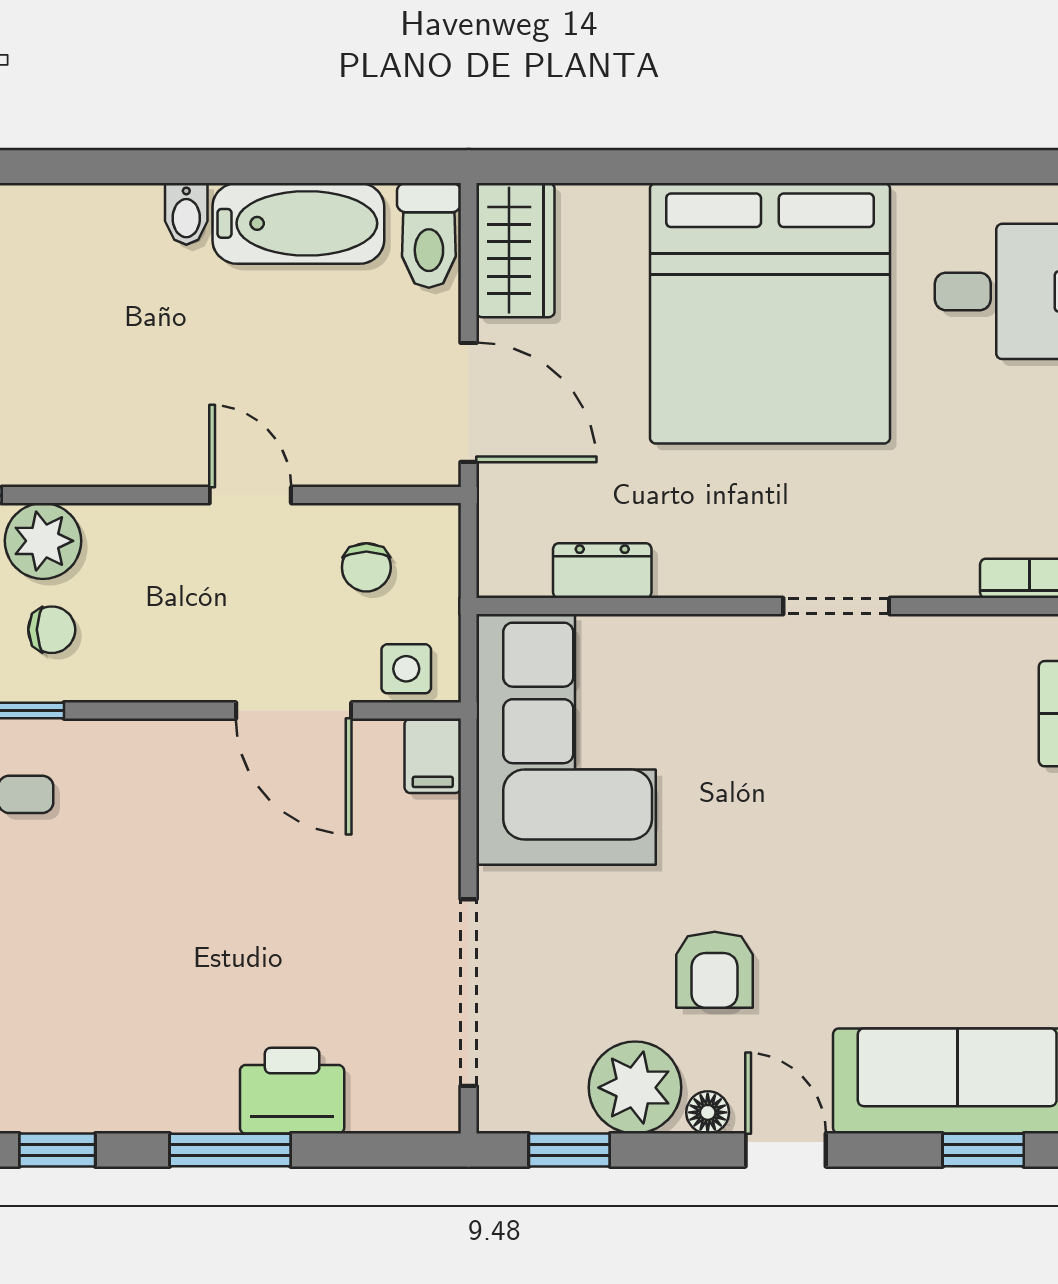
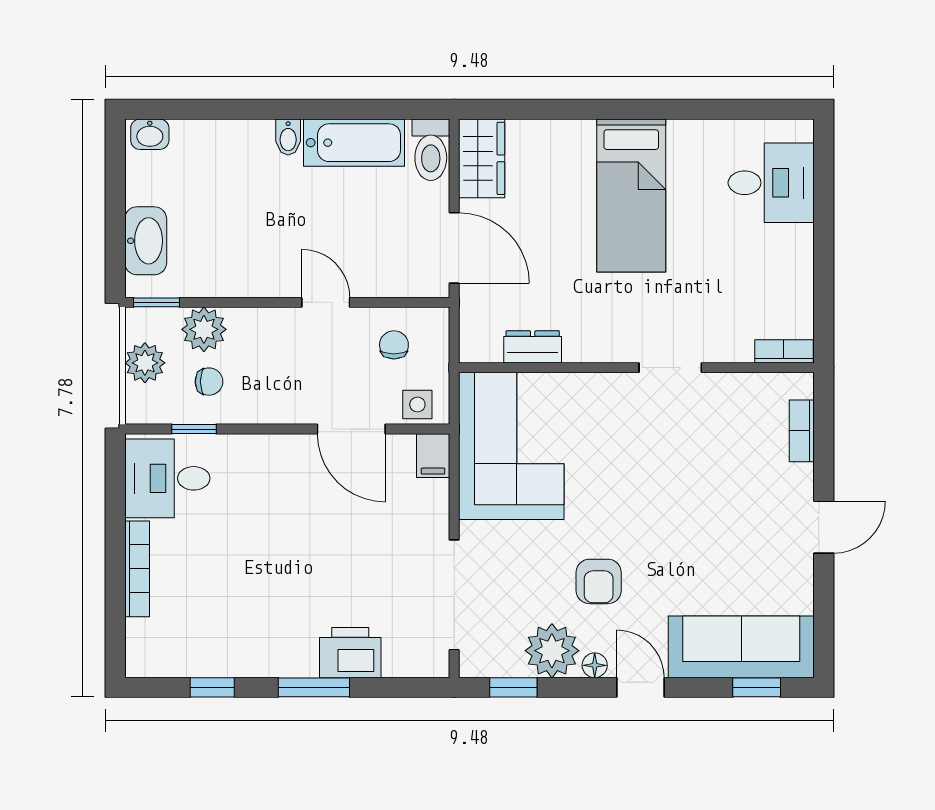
bed: (770, 313) -> (631, 196), width x0.49
chair: (366, 567) -> (394, 345), turned 180

